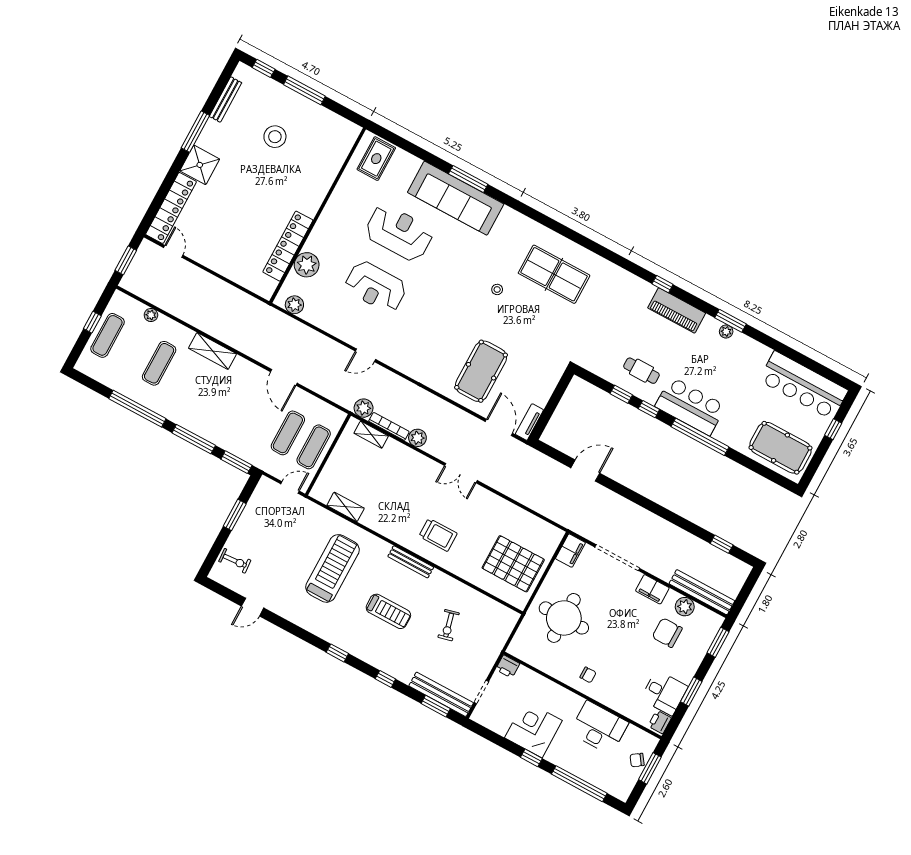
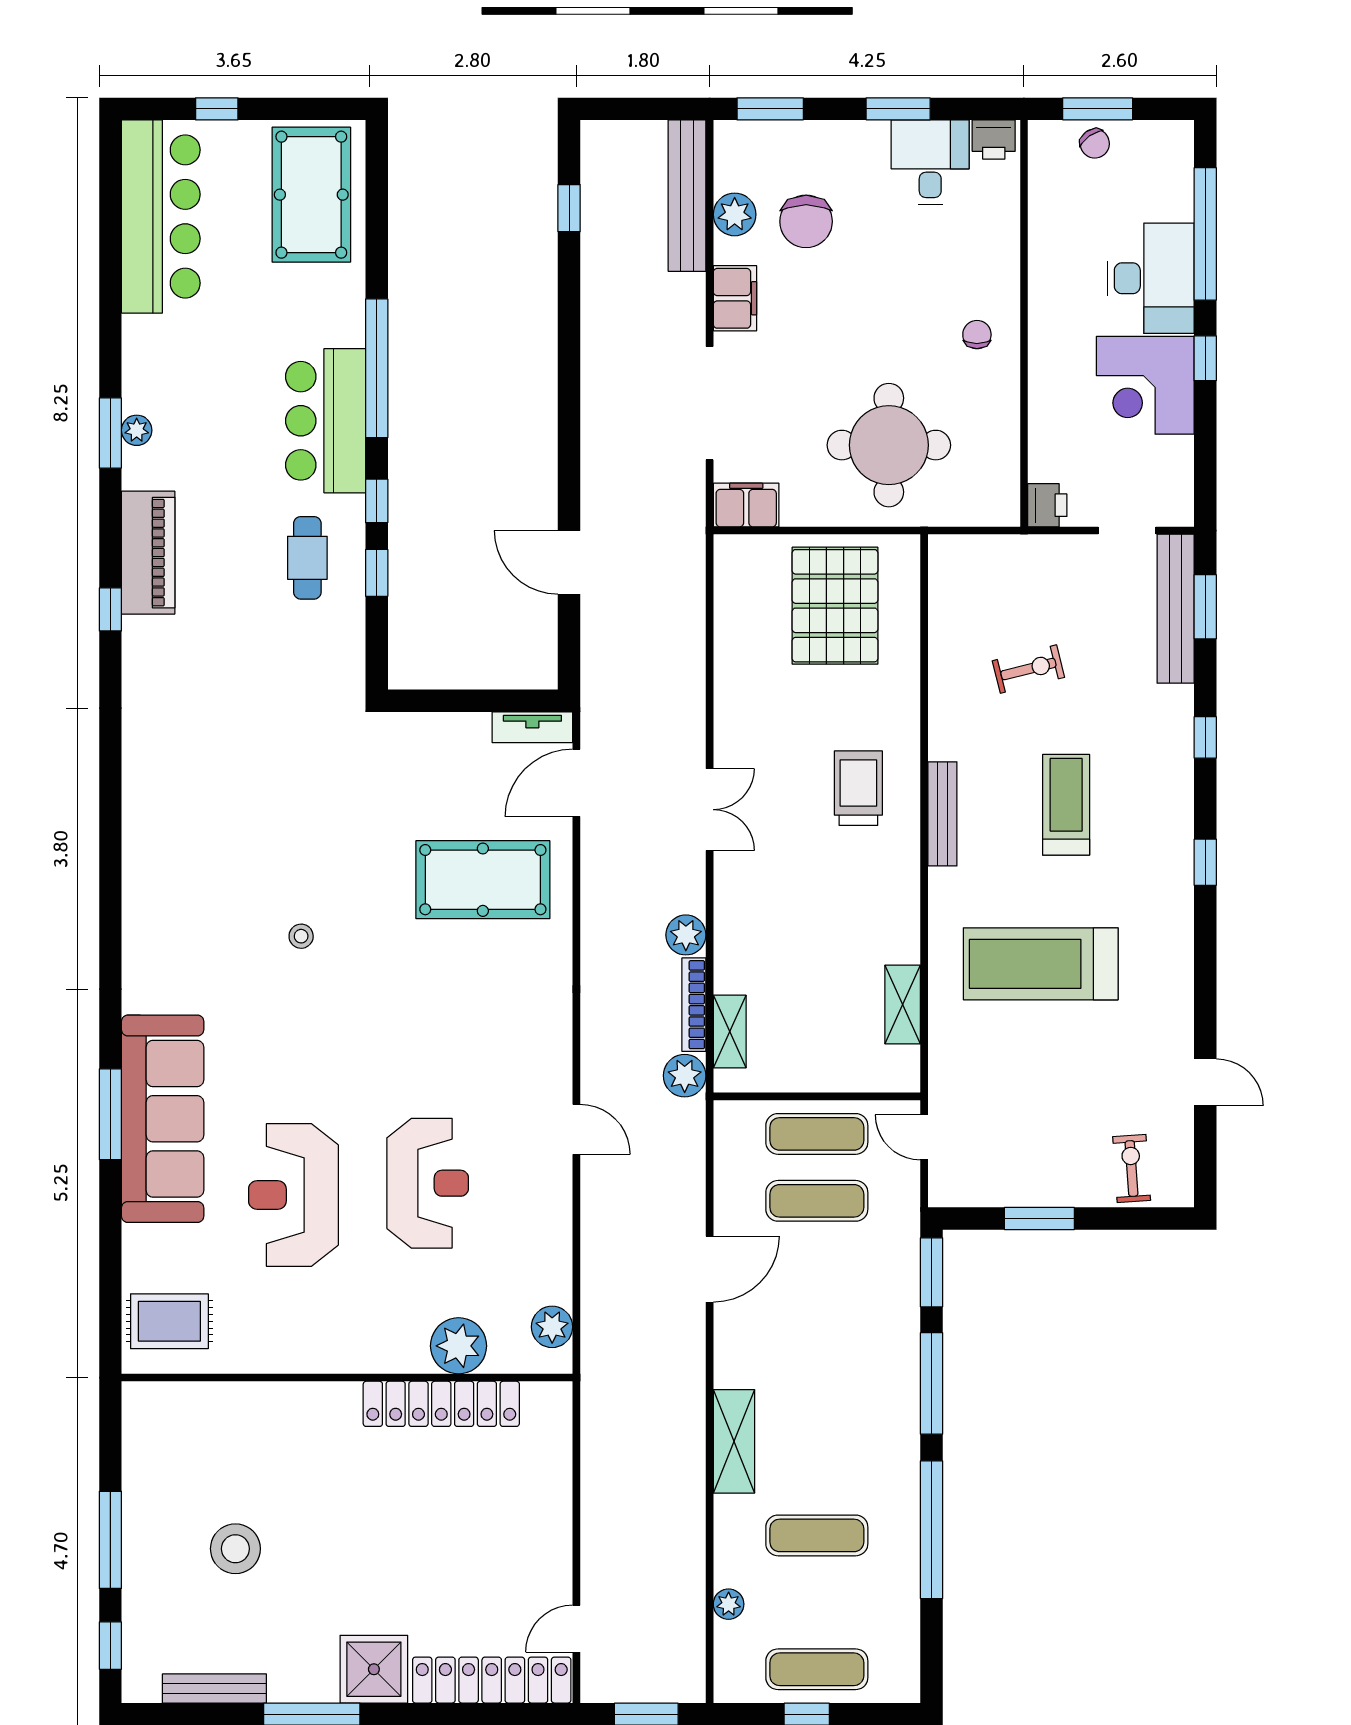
table tennis table: (554, 274) -> (209, 838), removed
desk: (599, 728) -> (1151, 278), moved, turned 180

